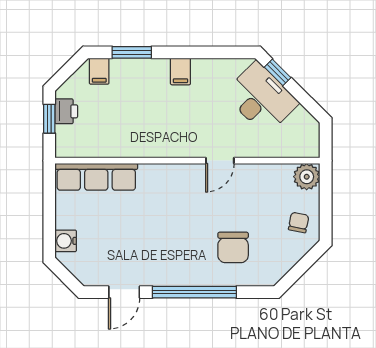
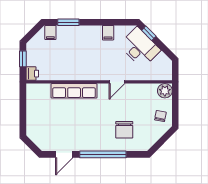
filing cabinet: (180, 71) -> (108, 33), moved
printer: (66, 111) -> (32, 74), moved
row of seats: (96, 177) -> (74, 91), moved
water cooler: (66, 241) -> (32, 126), removed

